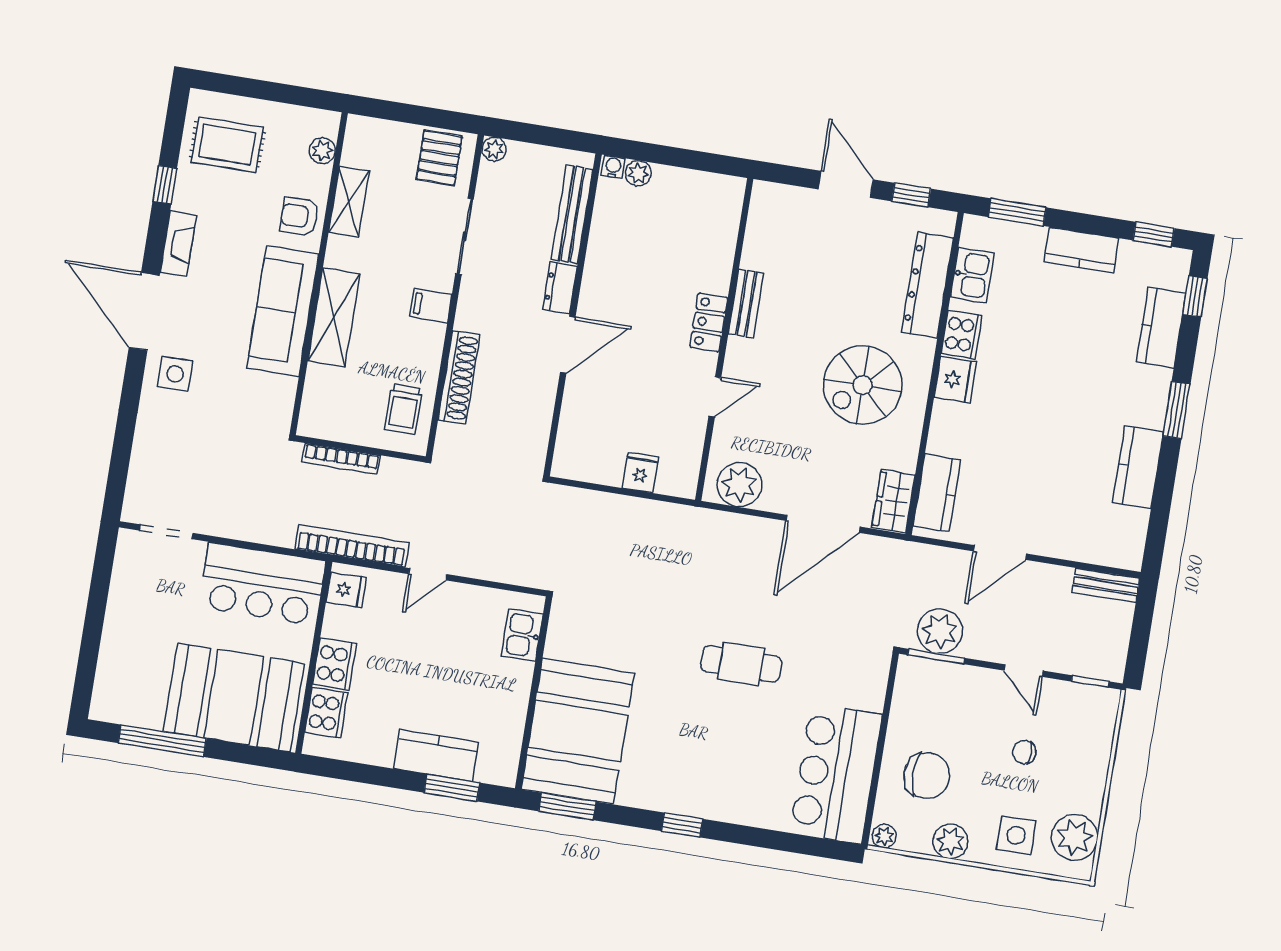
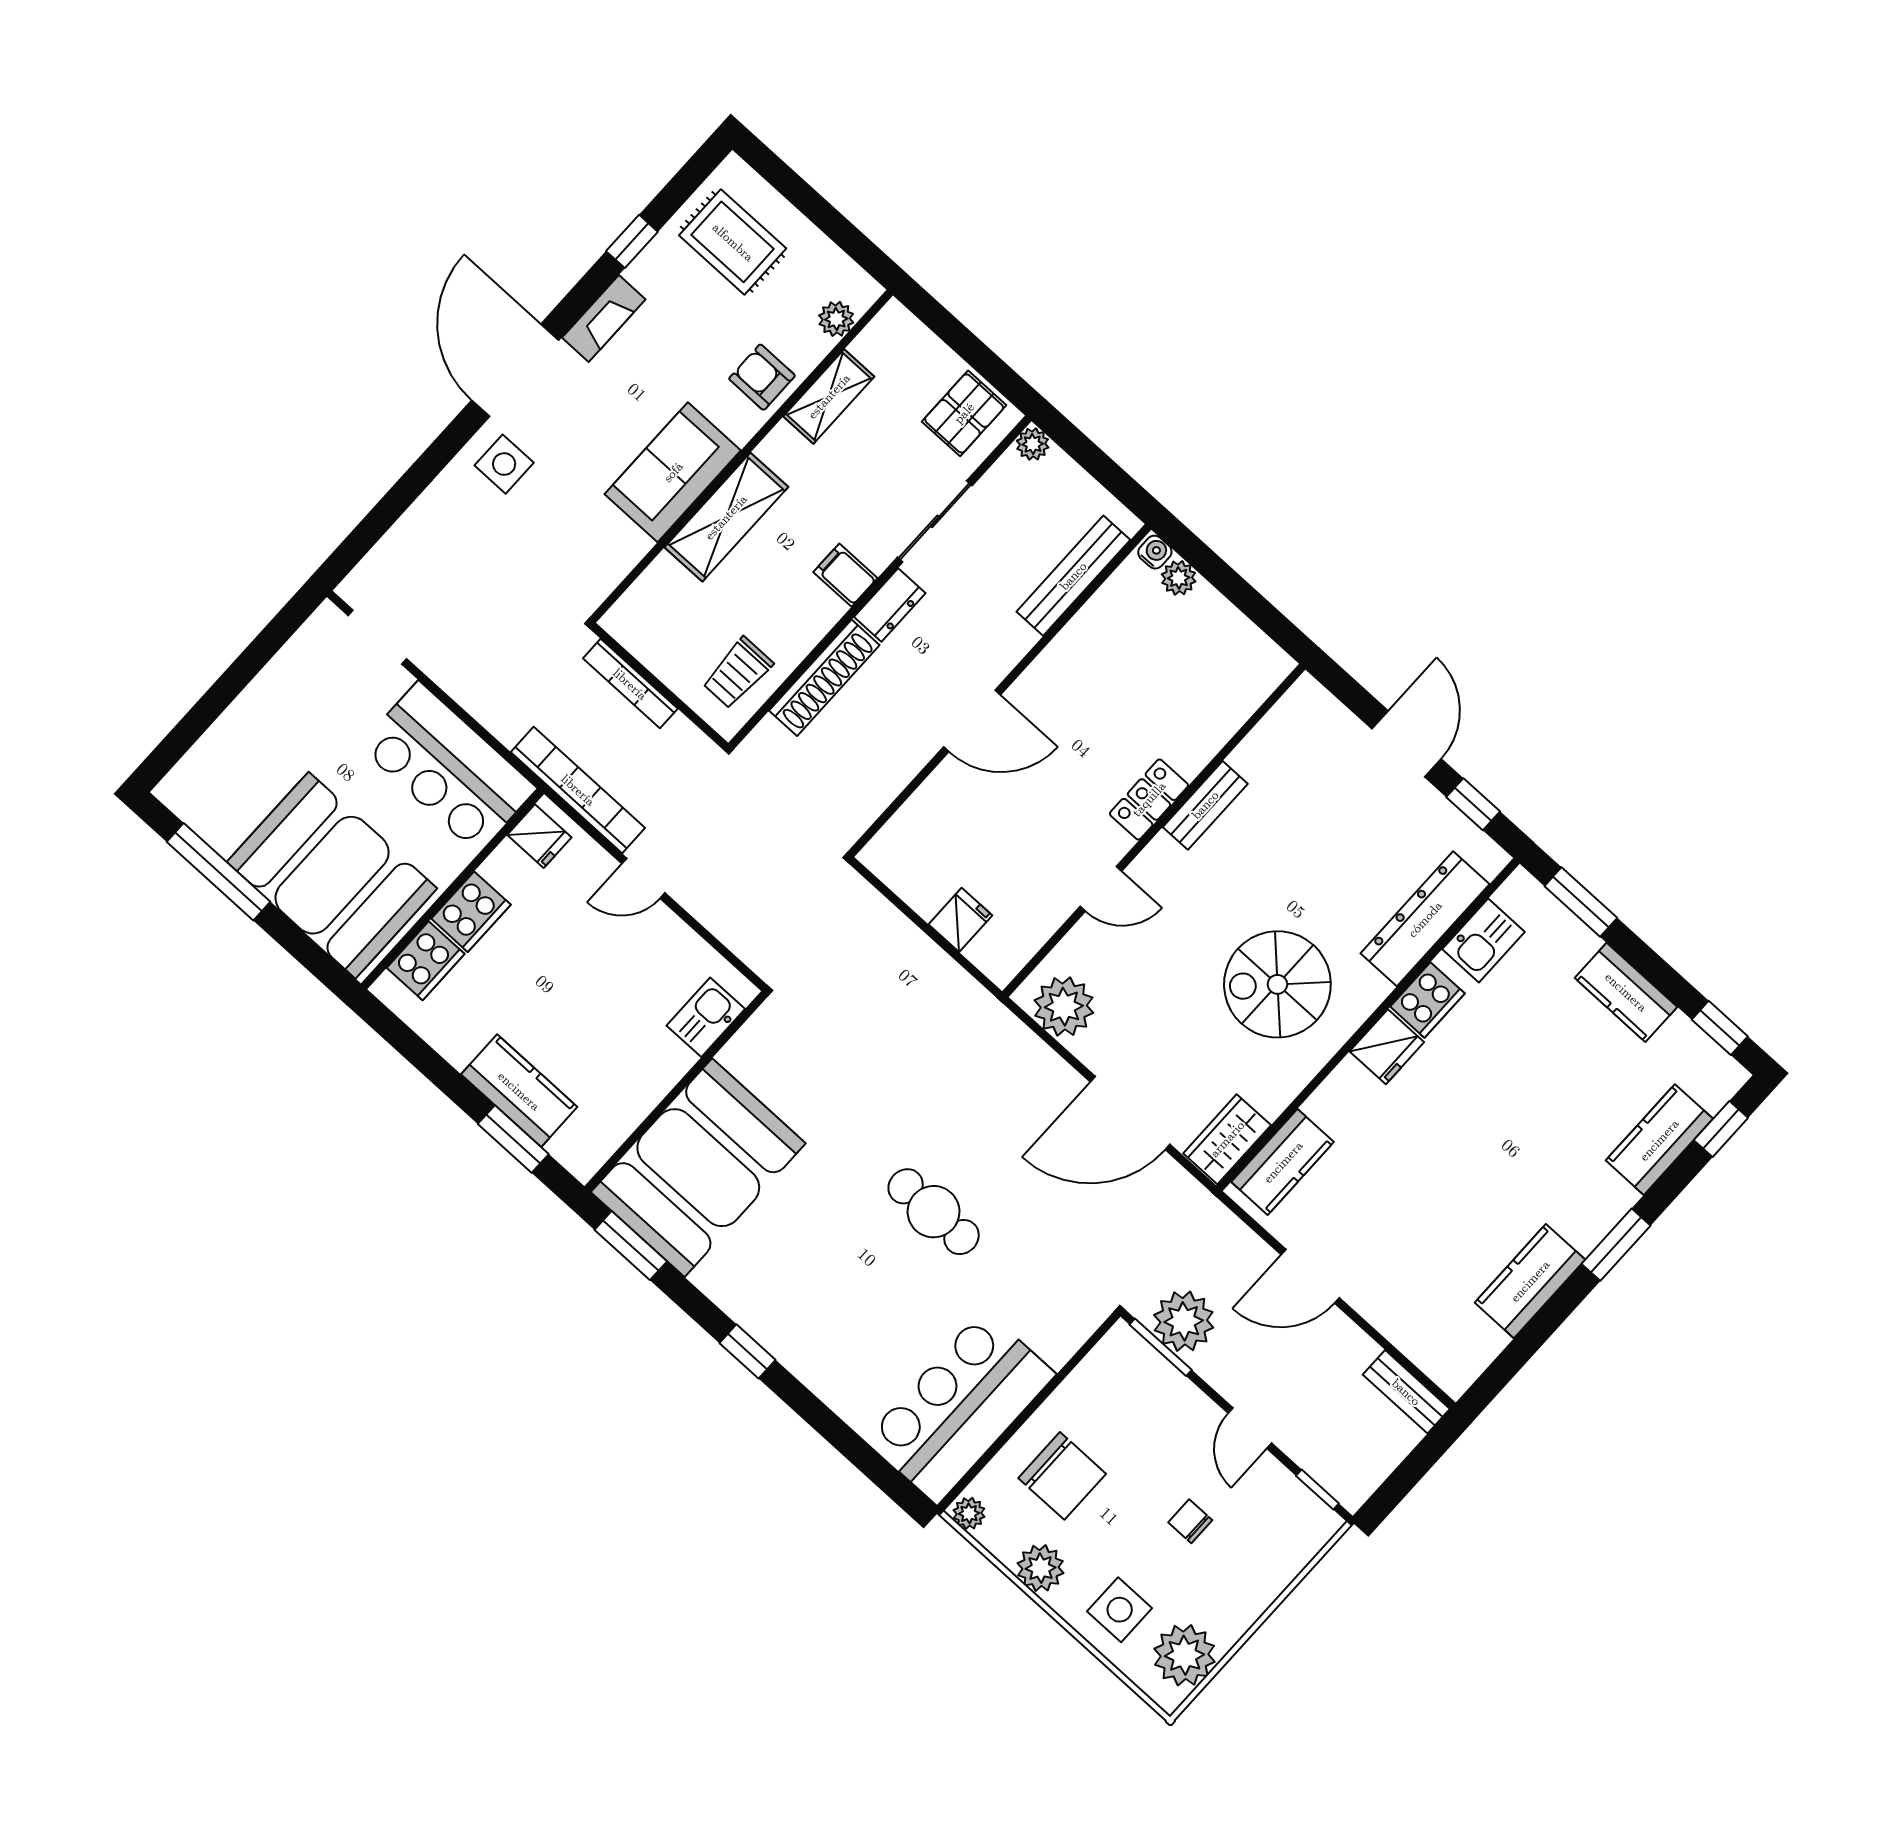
dresser: (560, 288) -> (890, 605), moved, turned 180
sofa: (283, 311) -> (673, 472), width x0.73

